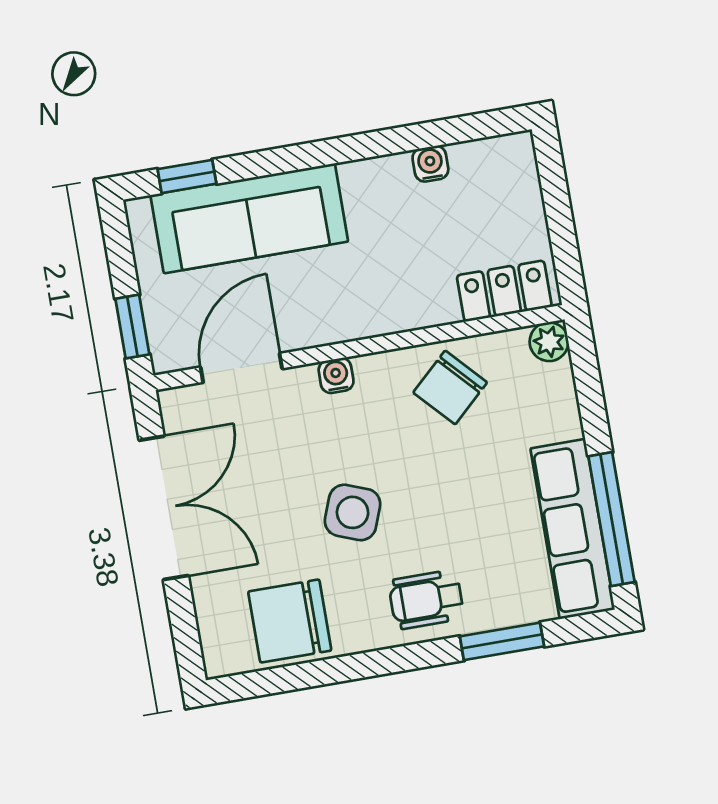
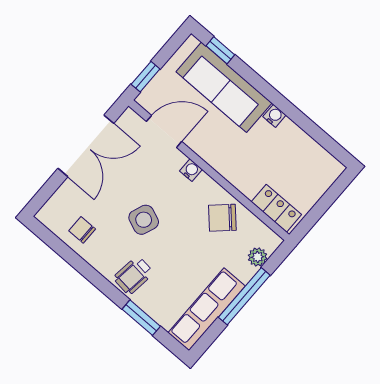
water cooler: (430, 164) -> (274, 116), moved
plant: (549, 342) -> (258, 257), moved
window: (612, 519) -> (244, 296), moved
wheelchair: (426, 600) -> (133, 275), turned -83
chair: (290, 621) -> (82, 230), width x0.54, depth x0.54

